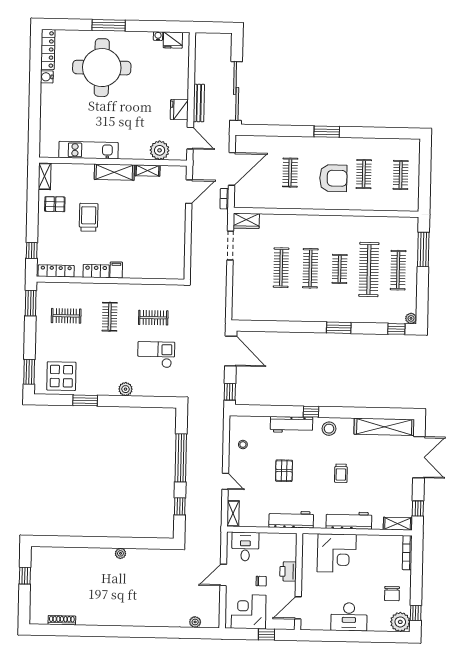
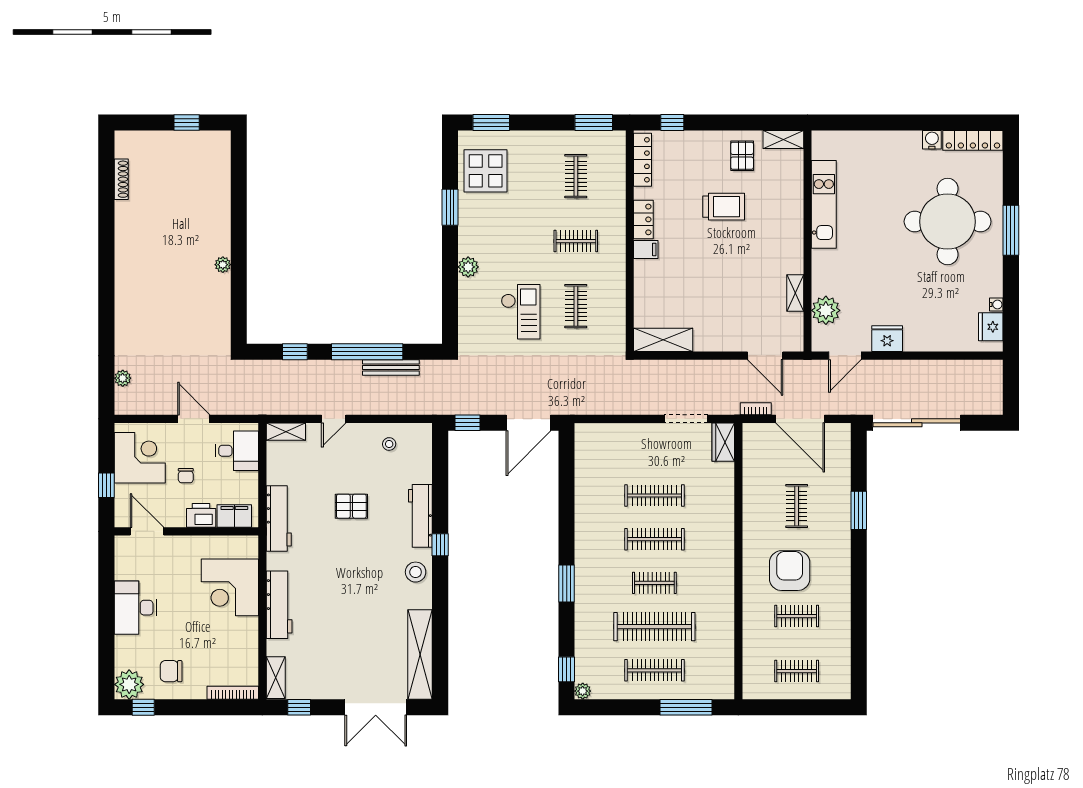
bench: (199, 103) -> (391, 367), moved
window: (327, 132) -> (859, 510), moved
shelving: (114, 172) -> (663, 340), moved, turned 90
clothes rail: (290, 173) -> (797, 506), turned 90
armchair: (333, 178) -> (790, 571), turned 180
trolley: (341, 473) -> (349, 591), removed
filing cabinet: (289, 549) -> (234, 516), added

